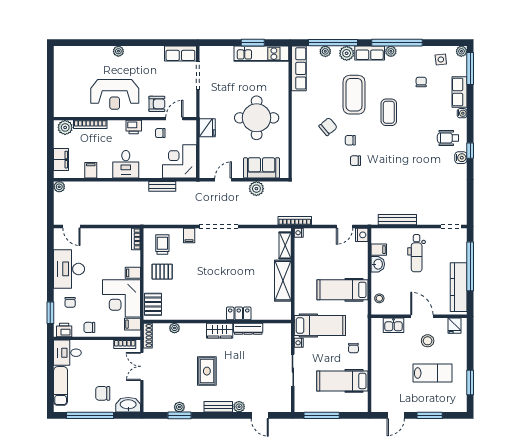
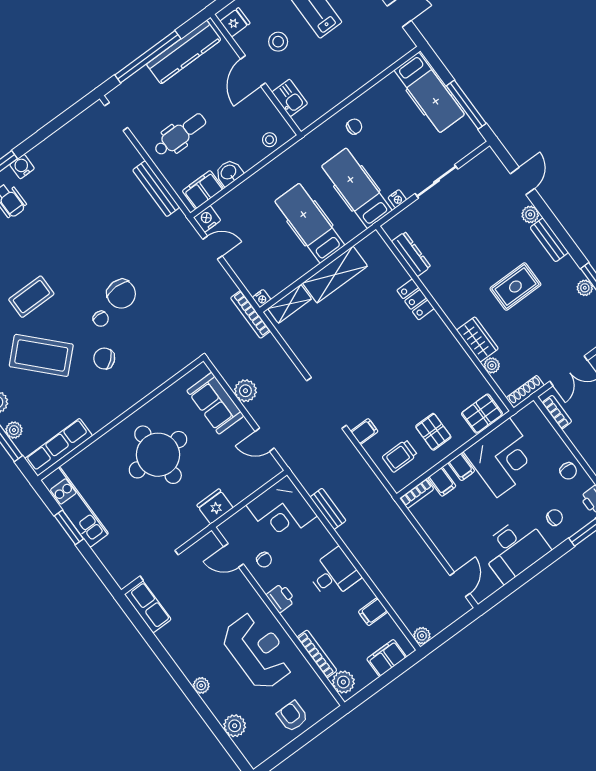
plant: (84, 53) -> (235, 726), added
coffee table: (354, 95) -> (41, 355), turned 46
armchair: (157, 104) -> (292, 716), moved
chair: (355, 161) -> (121, 294), width x1.87, depth x1.87
filing cabinet: (379, 250) -> (203, 190), width x2.00
hospital bed: (343, 290) -> (310, 223), moved, turned 180
filing cabinet: (132, 324) -> (442, 482), moved
dresser: (248, 329) -> (411, 254), moved
wardrobe: (220, 331) -> (478, 339), moved
hospital bed: (342, 381) -> (429, 92), moved

